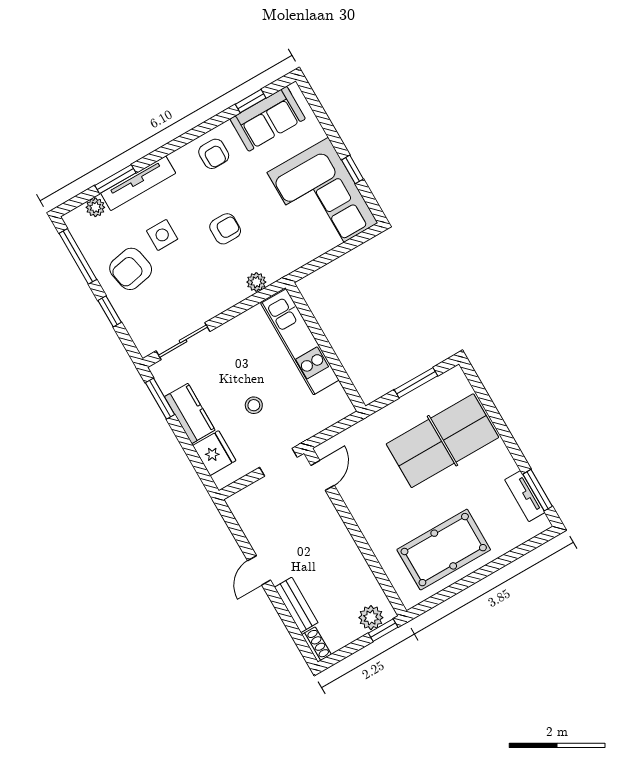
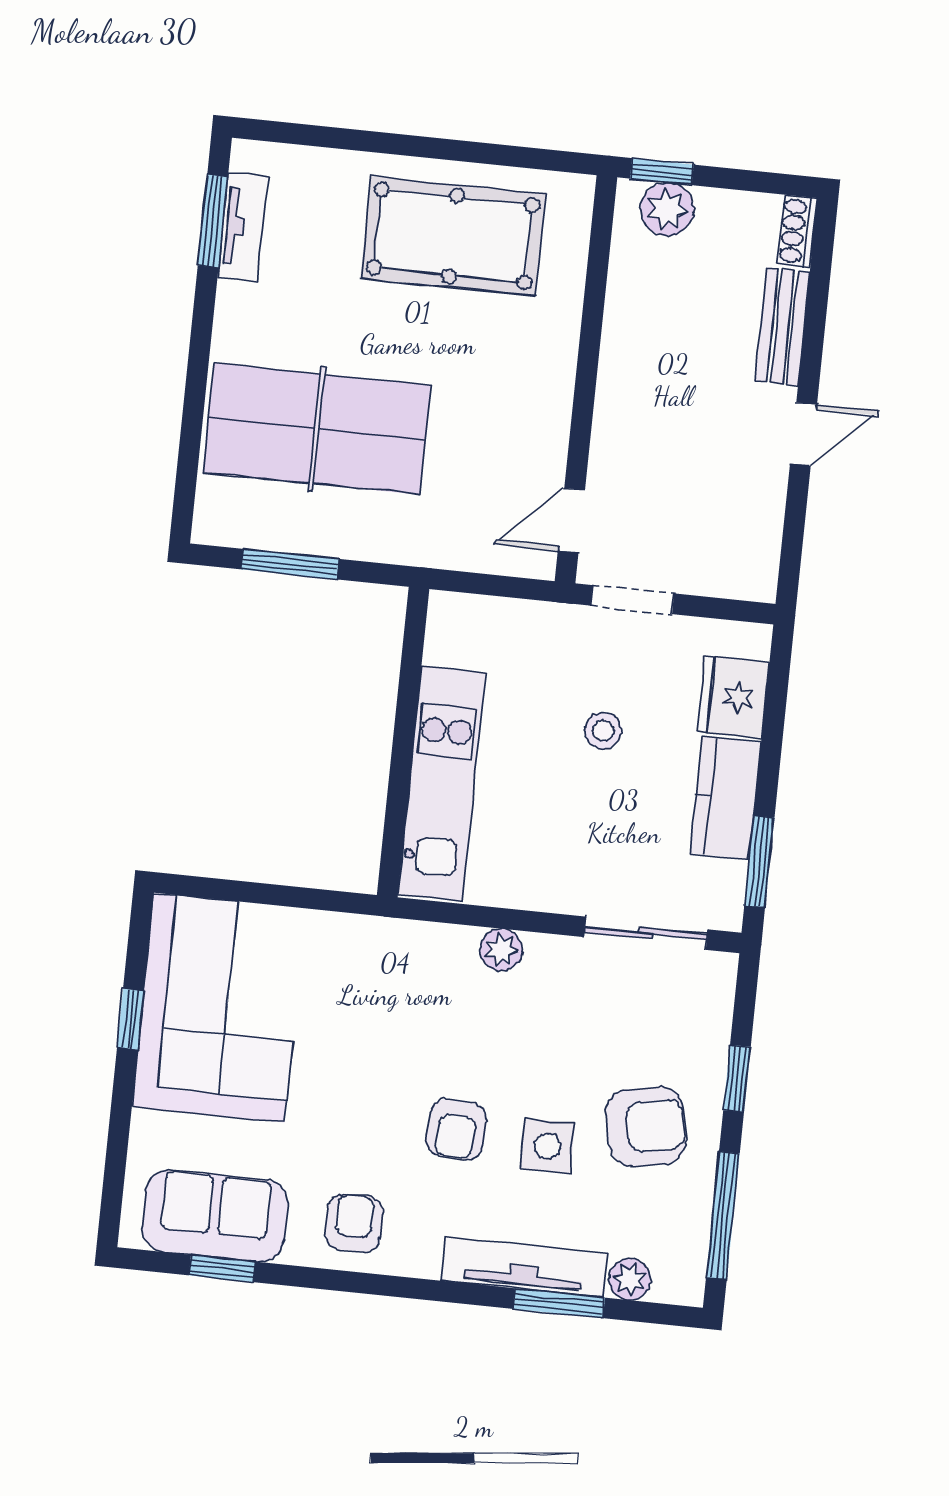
armchair: (225, 229) -> (456, 1129), moved, turned -86
plant: (256, 282) -> (501, 950), moved

